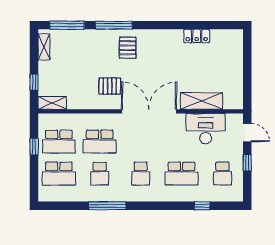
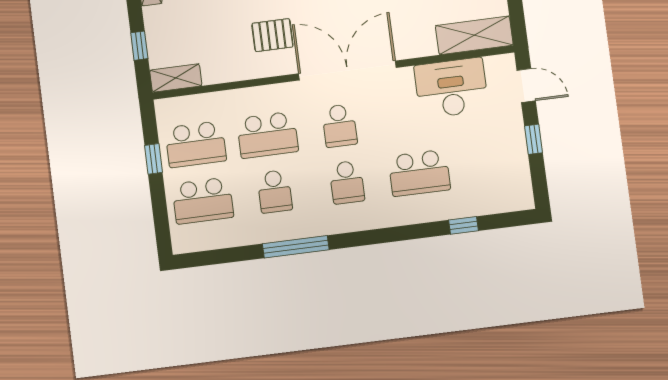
shelving: (202, 101) -> (474, 35), moved
school desk: (222, 174) -> (339, 126), moved

